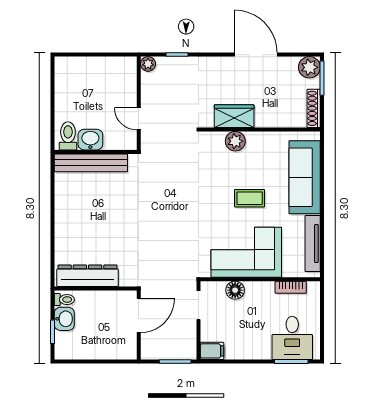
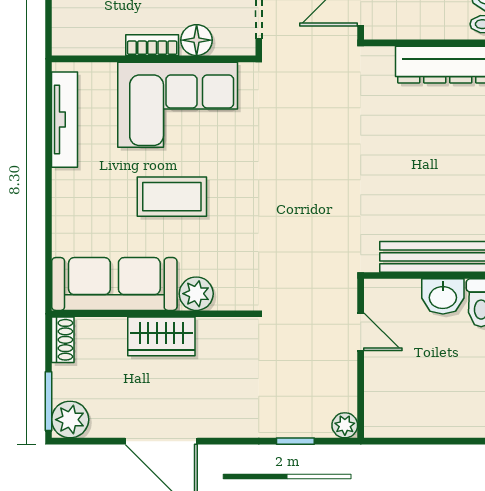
shoe rack: (314, 108) -> (63, 340), width x0.70
wardrobe: (234, 116) -> (161, 336), moved
sofa: (305, 177) -> (114, 284), moved, turned -90
coffee table: (250, 198) -> (172, 197), width x1.36, depth x1.30
bookcase: (291, 287) -> (152, 45), moved

